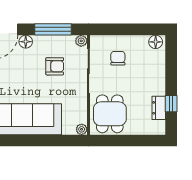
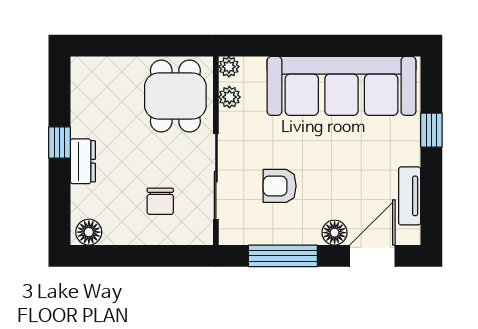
plant: (81, 41) -> (229, 97), moved
window: (171, 104) -> (59, 142), moved
dresser: (159, 108) -> (83, 161), moved

